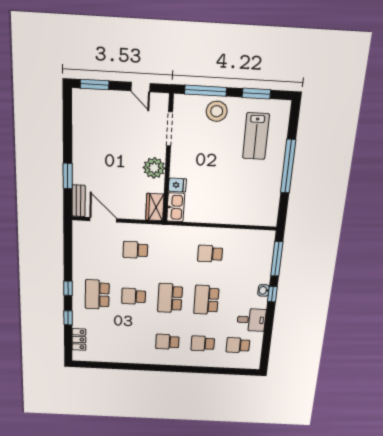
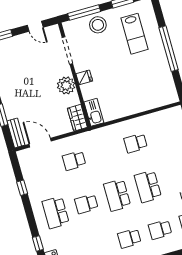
fridge: (177, 185) -> (84, 77), moved
window: (68, 288) -> (22, 188), moved

